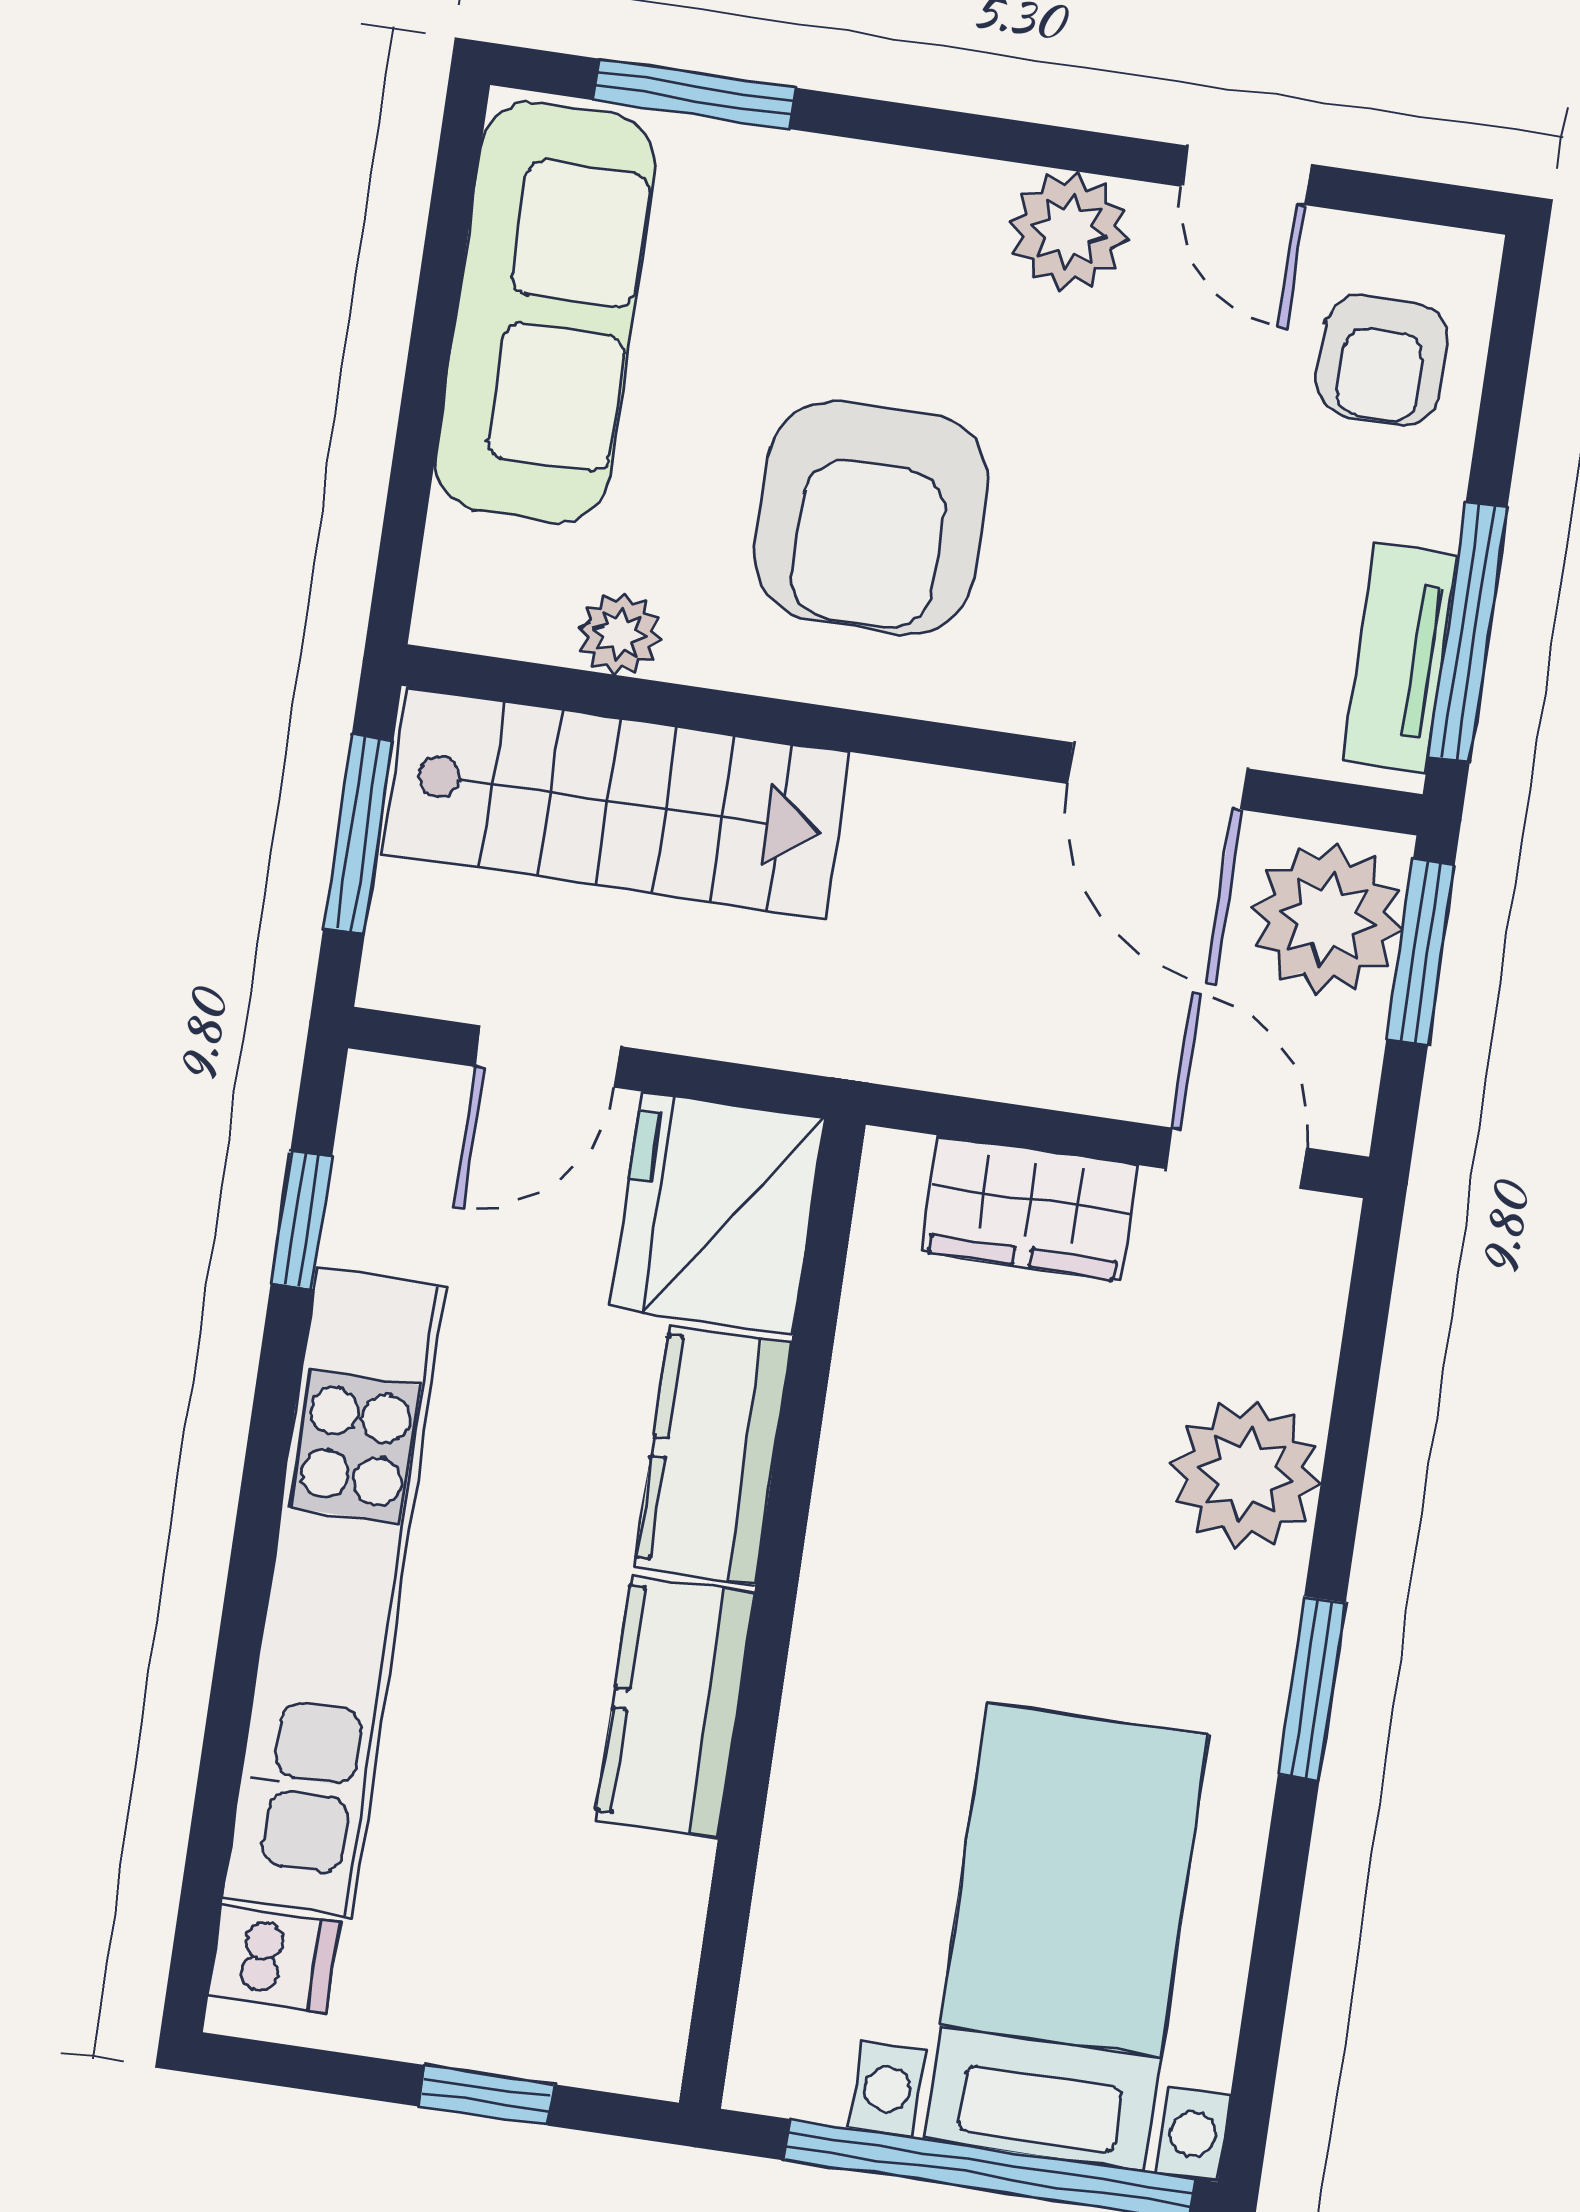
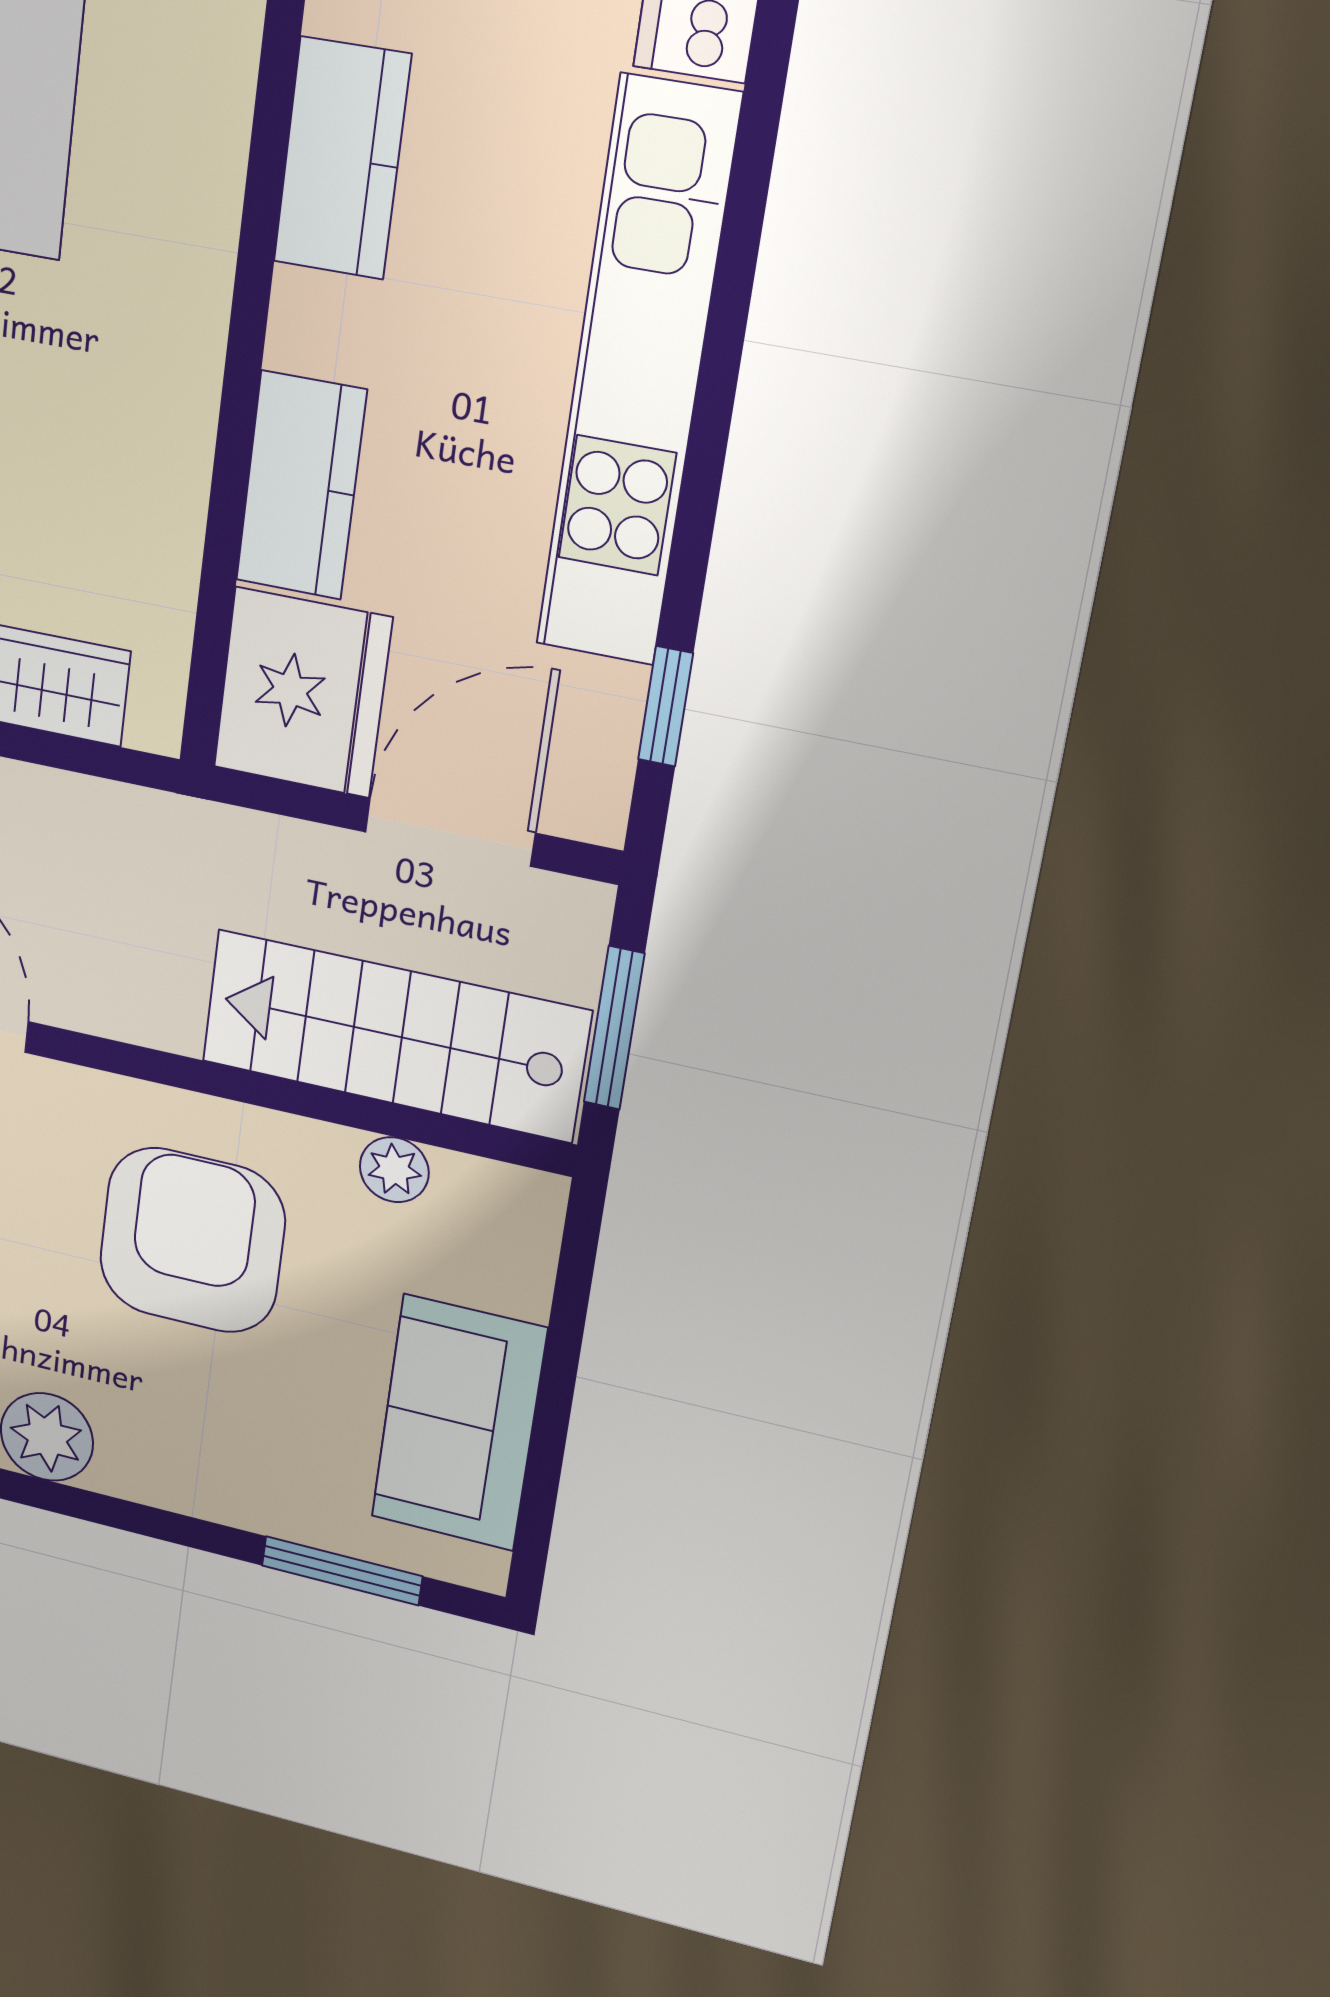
sofa: (546, 312) -> (459, 1423), width x0.73
door: (547, 1057) -> (450, 833), width x1.38
kitchen counter: (675, 1707) -> (342, 159), moved

